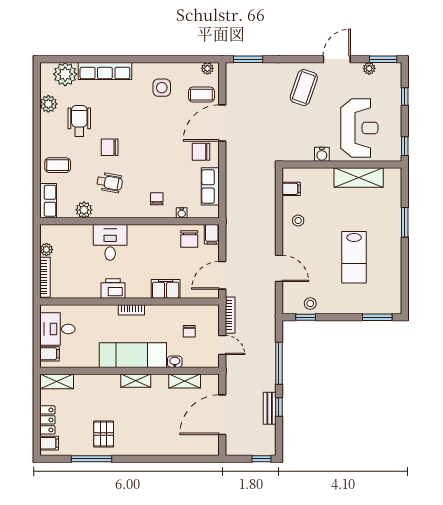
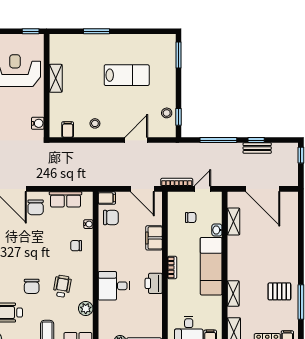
water cooler: (322, 154) -> (38, 123), moved
shelving: (359, 178) -> (56, 78), width x0.67, depth x0.75
shelving: (136, 381) -> (233, 293), moved

